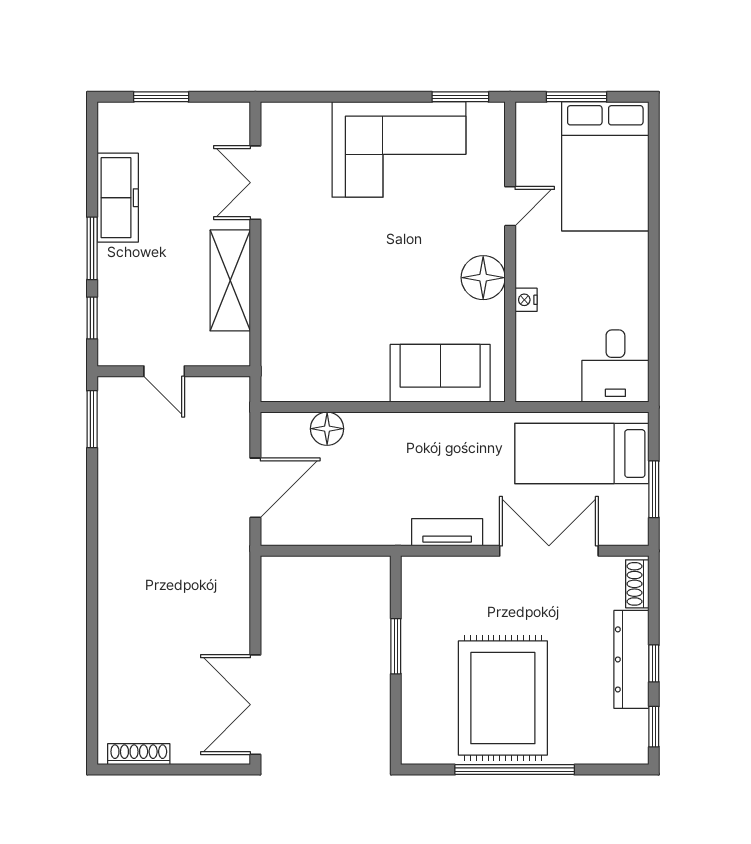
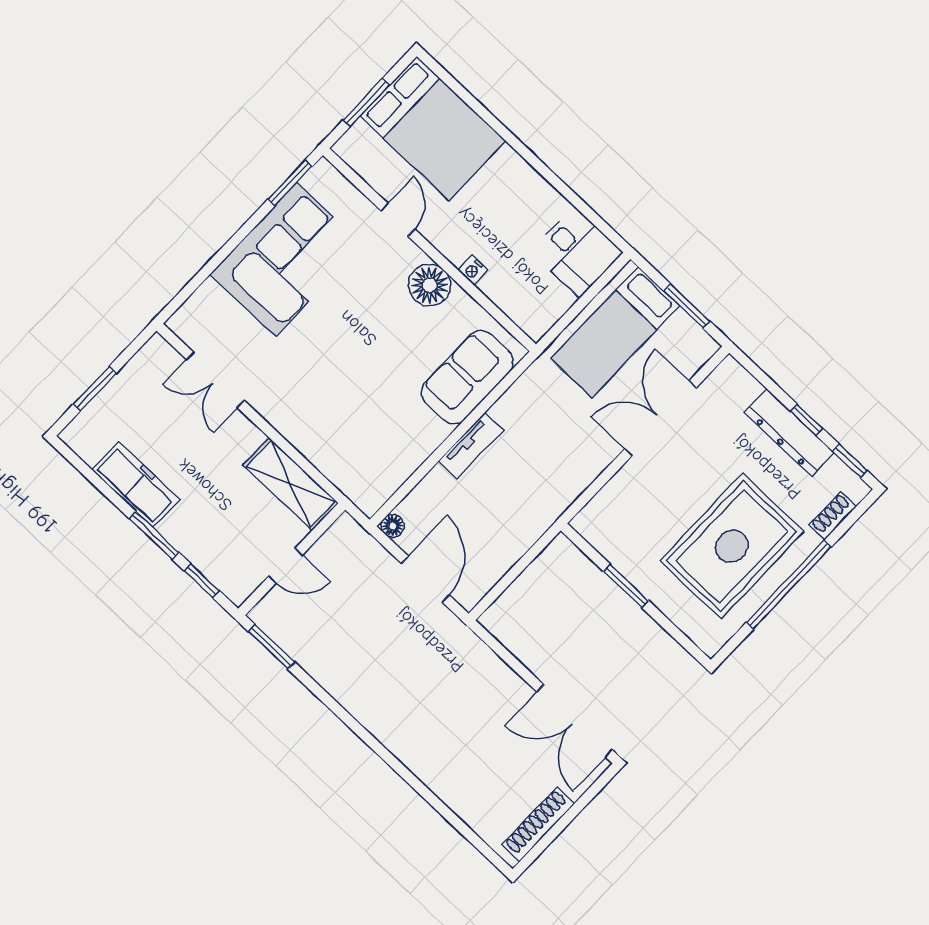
shelving: (230, 280) -> (291, 484), moved
floor lamp: (327, 429) -> (393, 526), moved, width x0.73, depth x0.73
tv unit: (447, 532) -> (471, 445), moved, turned 180
shoe rack: (637, 584) -> (833, 516), moved, turned 90
rug: (503, 698) -> (732, 546), turned 90
shoe rack: (139, 754) -> (538, 824), width x1.36, depth x1.24

